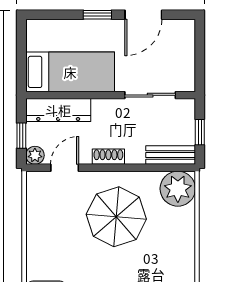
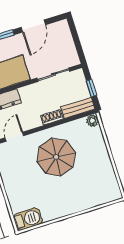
shoe rack: (108, 157) -> (52, 117), moved
plant: (178, 189) -> (92, 121), width x0.53, depth x0.53

